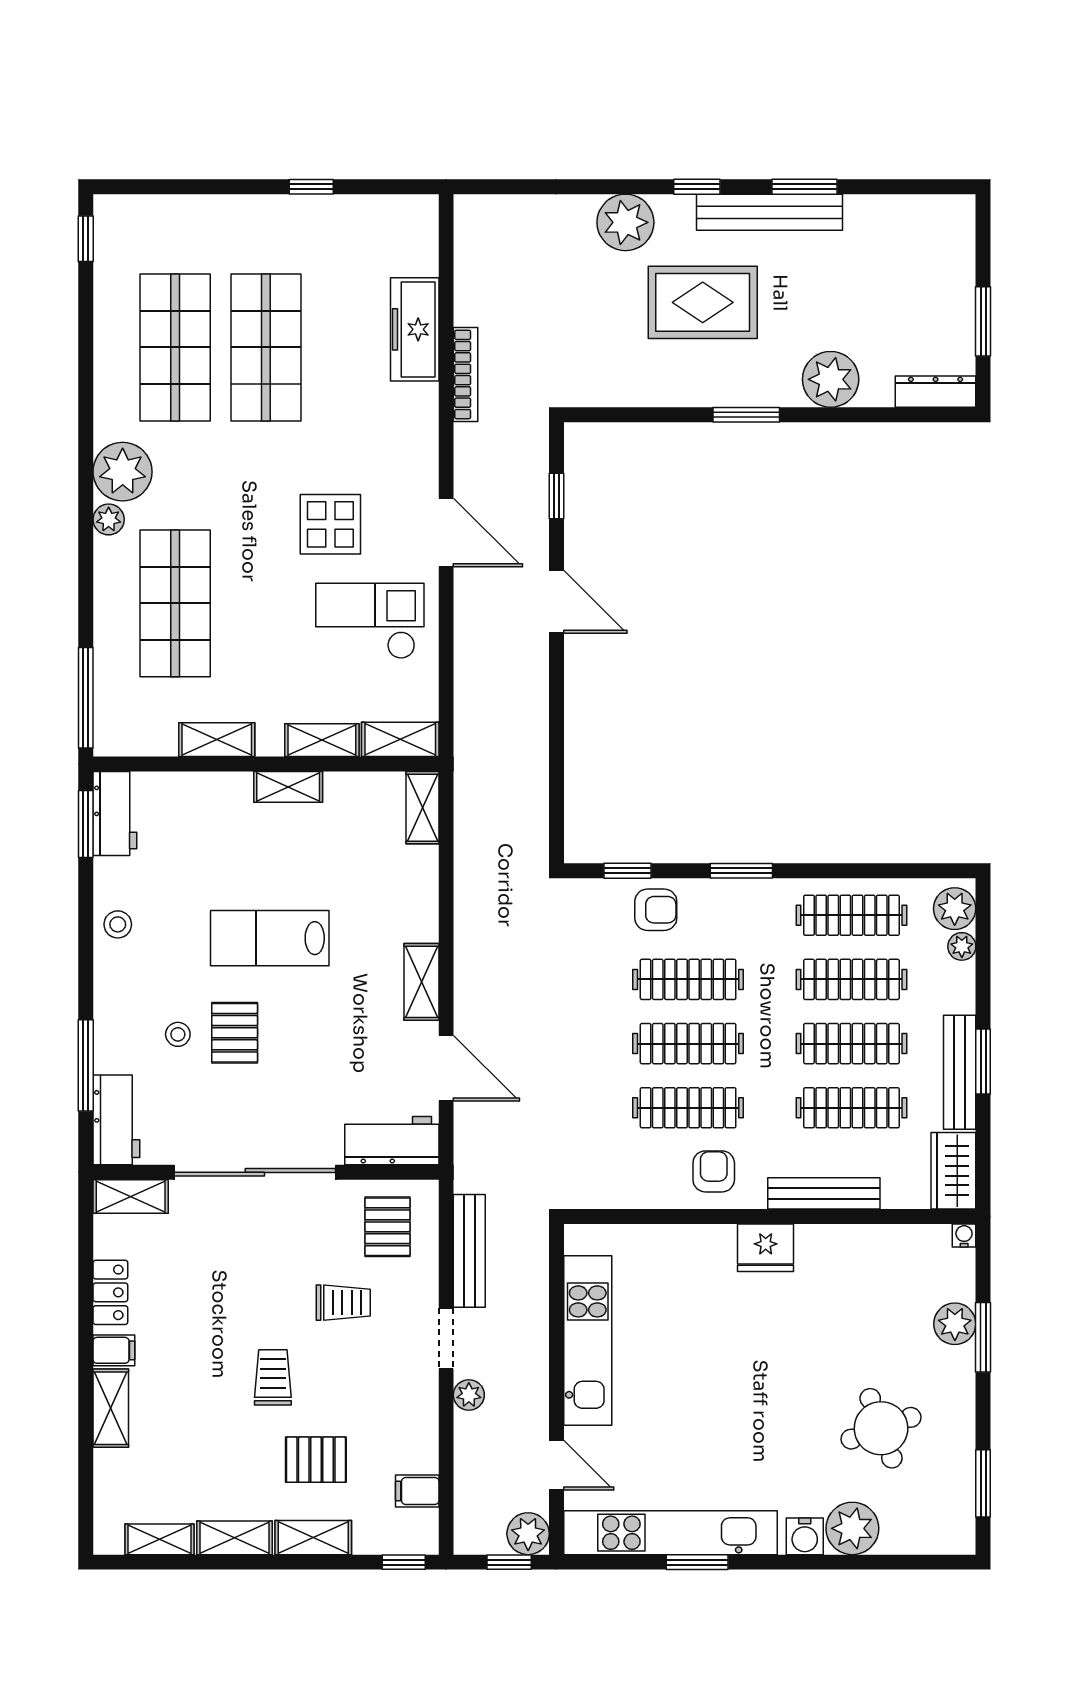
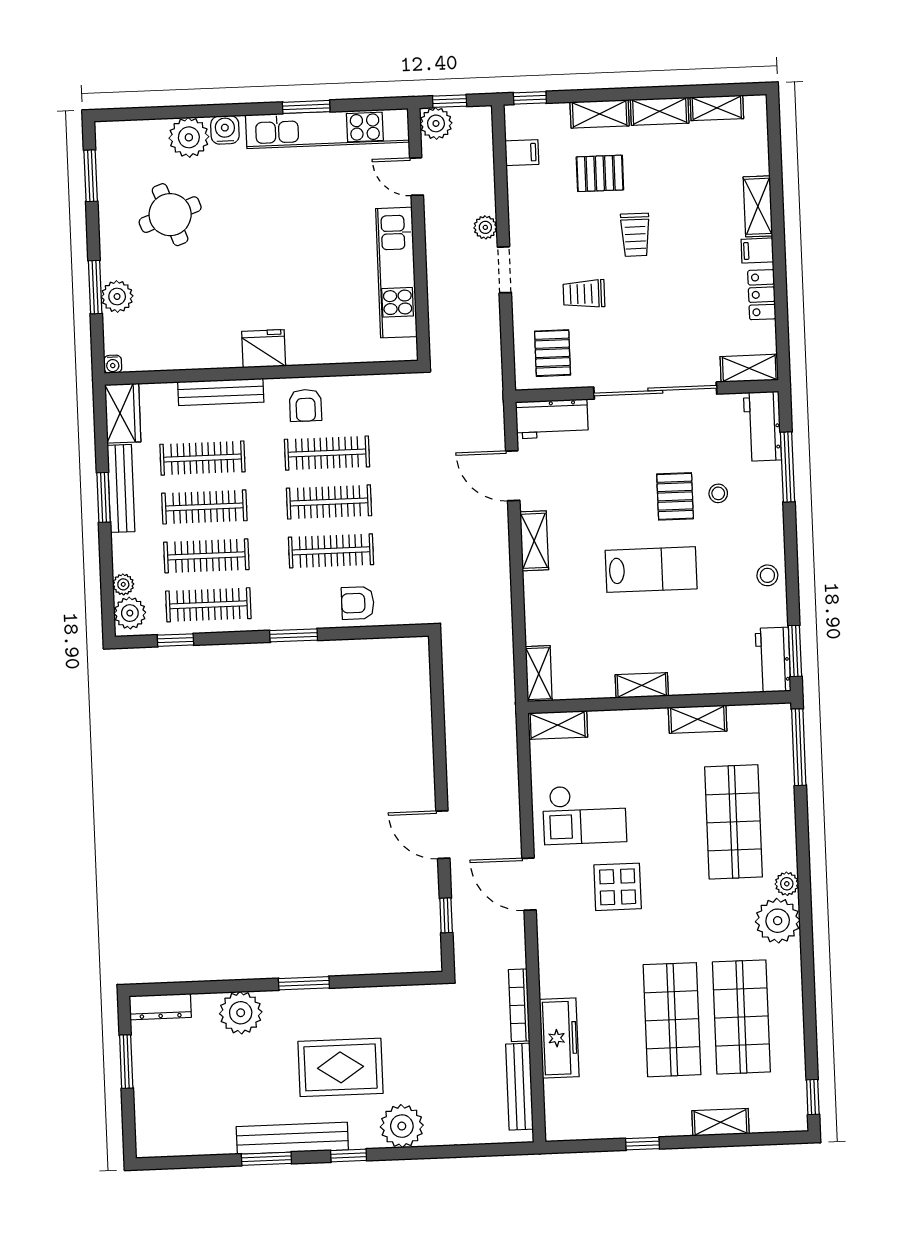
shelving: (322, 740) -> (721, 1122), moved
window: (628, 871) -> (175, 640), moved
bench: (469, 1251) -> (519, 1087), moved

